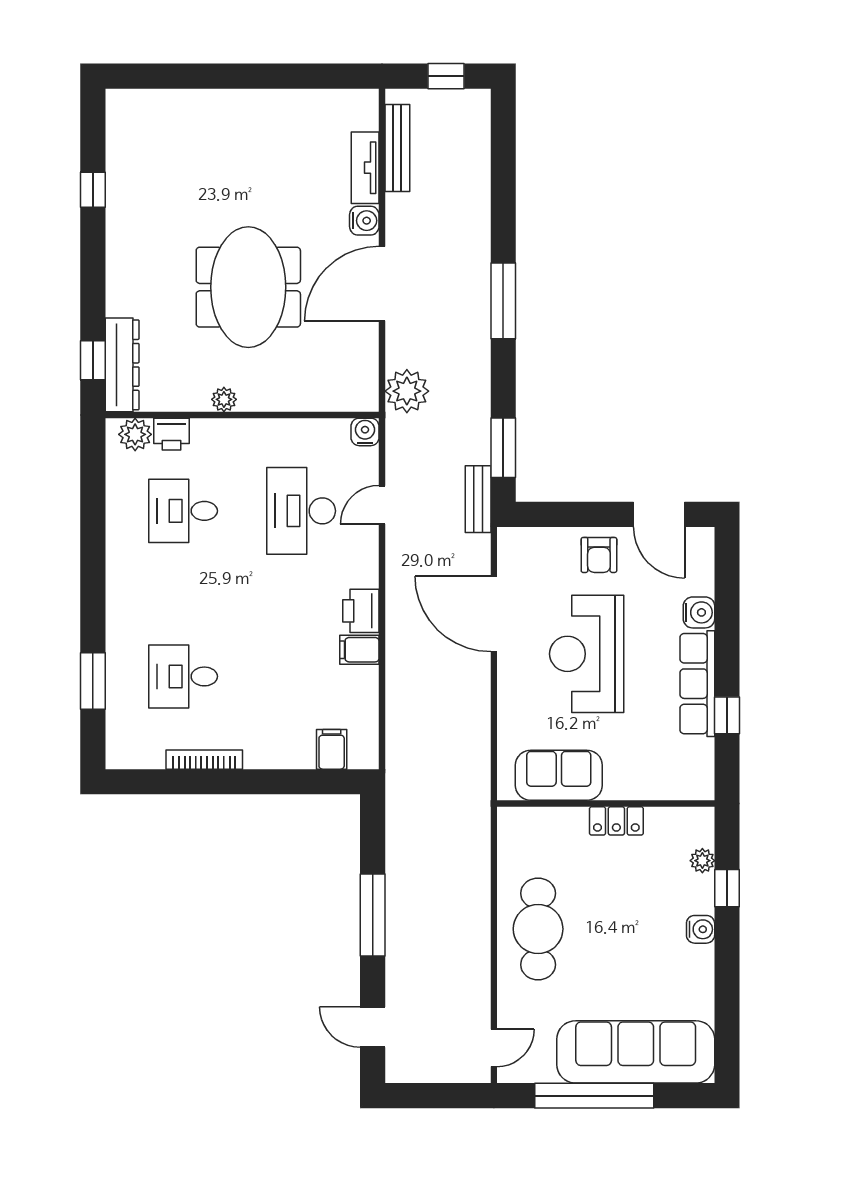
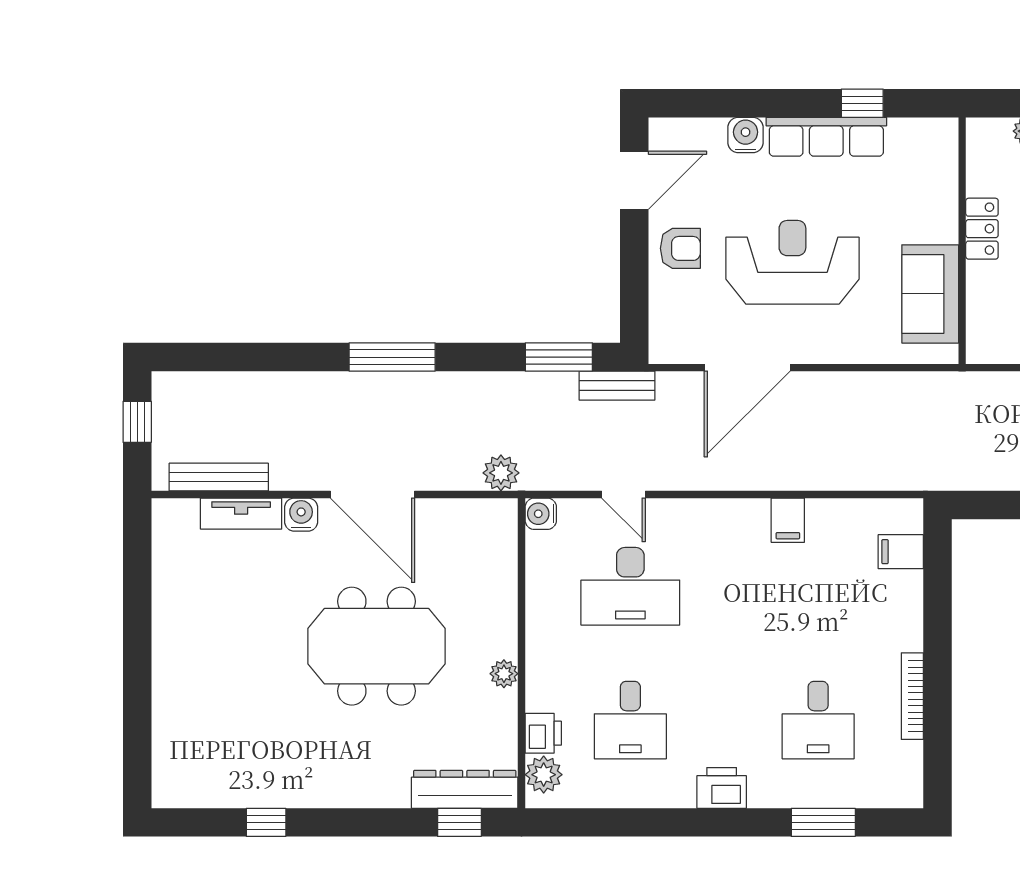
plant: (407, 391) -> (501, 473), width x0.73, depth x0.73
printer: (361, 611) -> (722, 788), moved, turned 180
reception desk: (587, 654) -> (792, 262), turned 180

